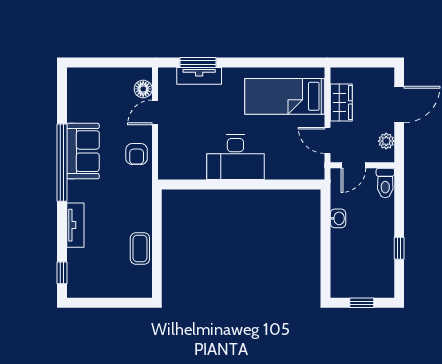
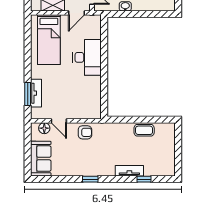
sofa: (83, 151) -> (41, 159), moved, turned 90
desk: (235, 157) -> (87, 57), moved
window: (62, 163) -> (90, 179), width x0.32
window: (62, 273) -> (144, 179), moved

